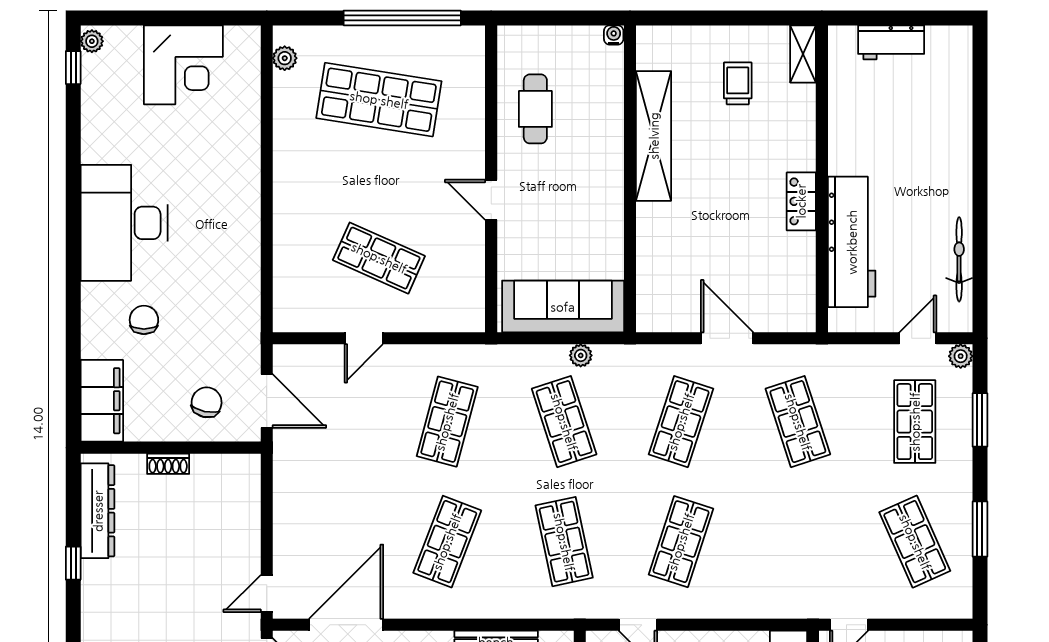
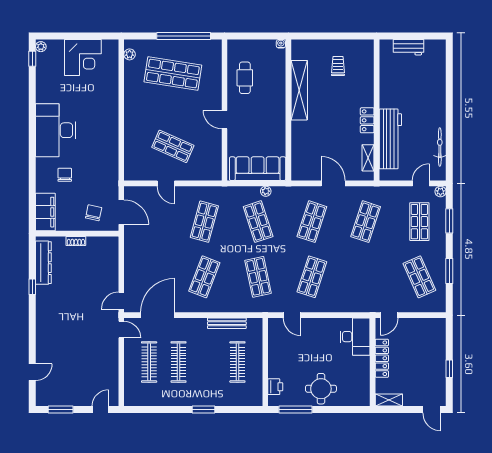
shelving: (803, 54) -> (368, 158), moved
door: (364, 338) -> (166, 183), hinge flipped
shop shelf: (798, 422) -> (366, 222), turned 36

